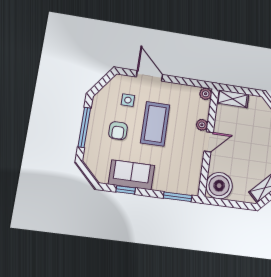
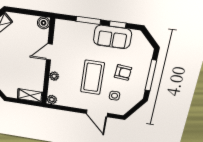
armchair: (118, 131) -> (123, 72), turned 95
door: (209, 142) -> (49, 52), moved
boiler: (219, 186) -> (44, 23), width x0.54, depth x0.54
window: (178, 197) -> (88, 20), moved

